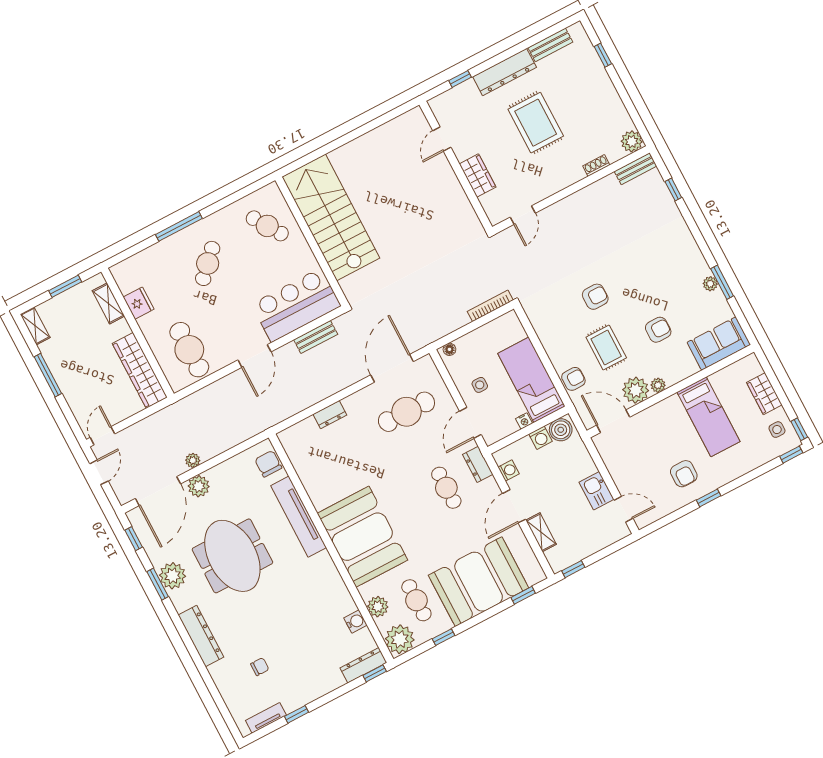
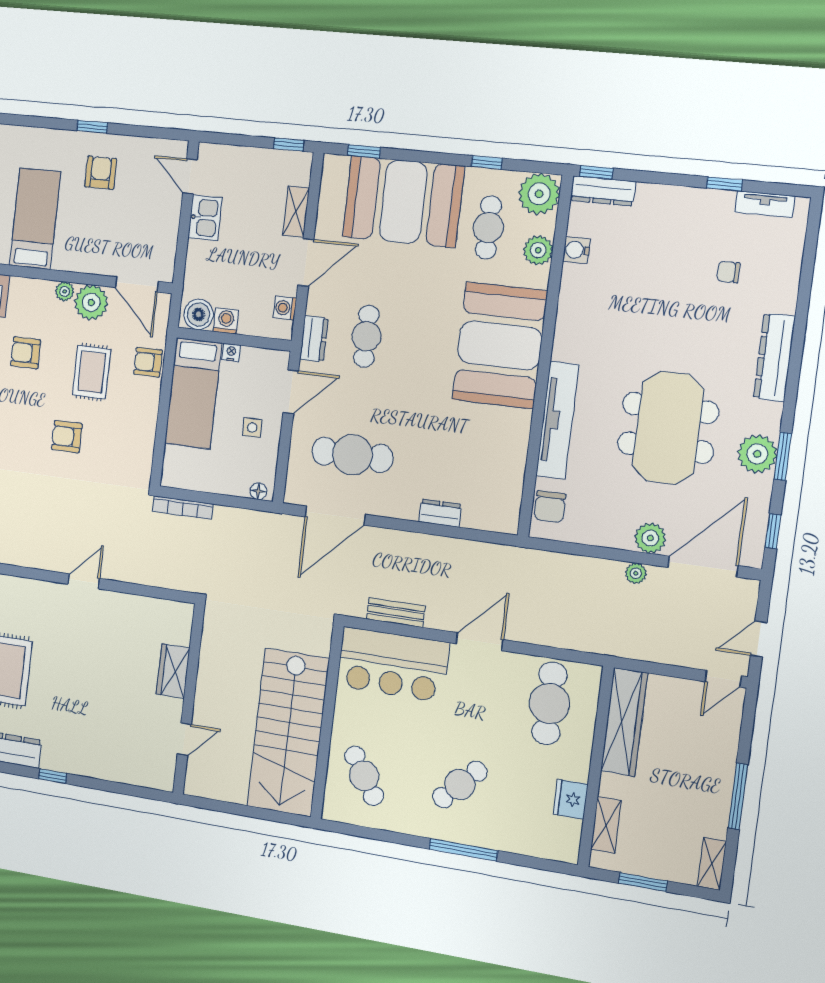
door: (442, 139) -> (184, 739), moved
wall: (456, 166) -> (189, 699), moved
wardrobe: (478, 175) -> (173, 671), moved

